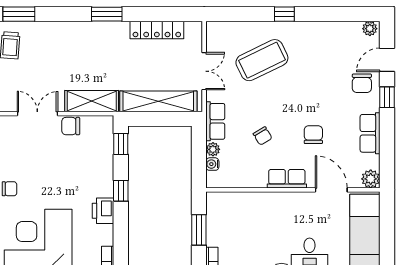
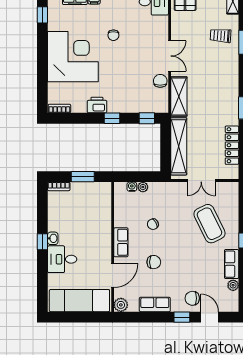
plant: (370, 29) -> (233, 285), moved
row of seats: (215, 121) -> (232, 264), moved, turned 90

